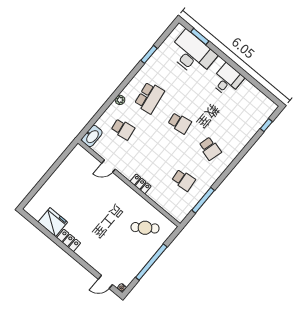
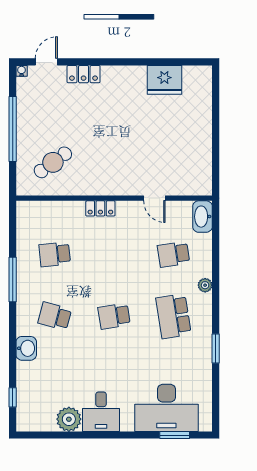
window: (149, 54) -> (216, 348), moved
plant: (247, 90) -> (69, 419), added
washbasin: (238, 144) -> (26, 348), added
door: (109, 166) -> (154, 198), swing flipped
window: (203, 200) -> (13, 279), moved
locker: (69, 240) -> (84, 74), moved

